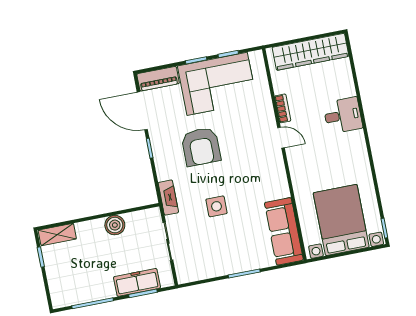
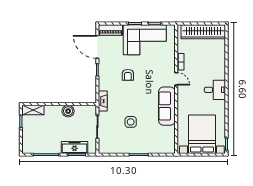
desk: (343, 115) -> (215, 90), moved
armchair: (201, 147) -> (128, 75), width x0.53, depth x0.53
side table: (216, 206) -> (131, 122), moved
sofa: (284, 231) -> (167, 106), moved

